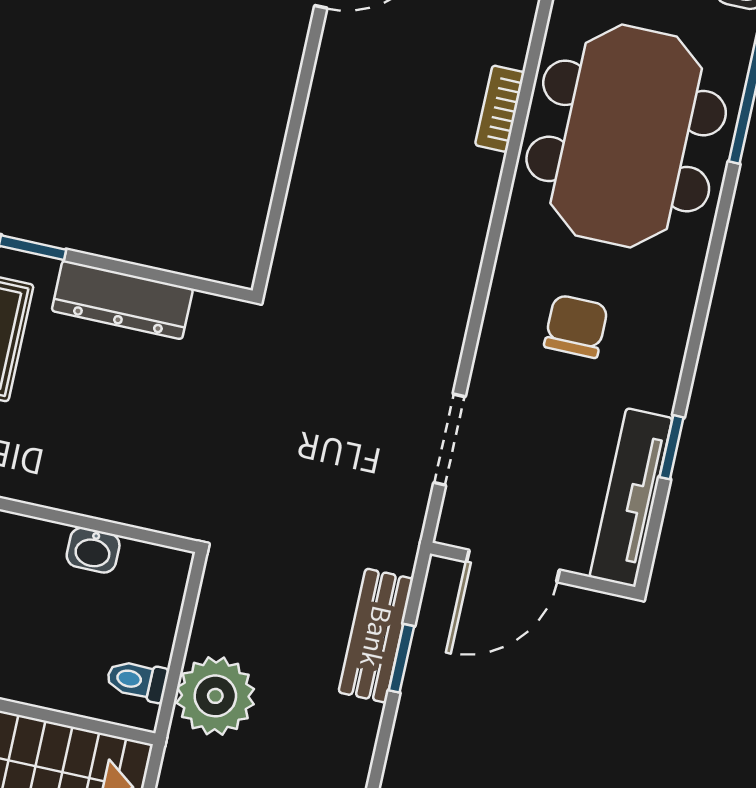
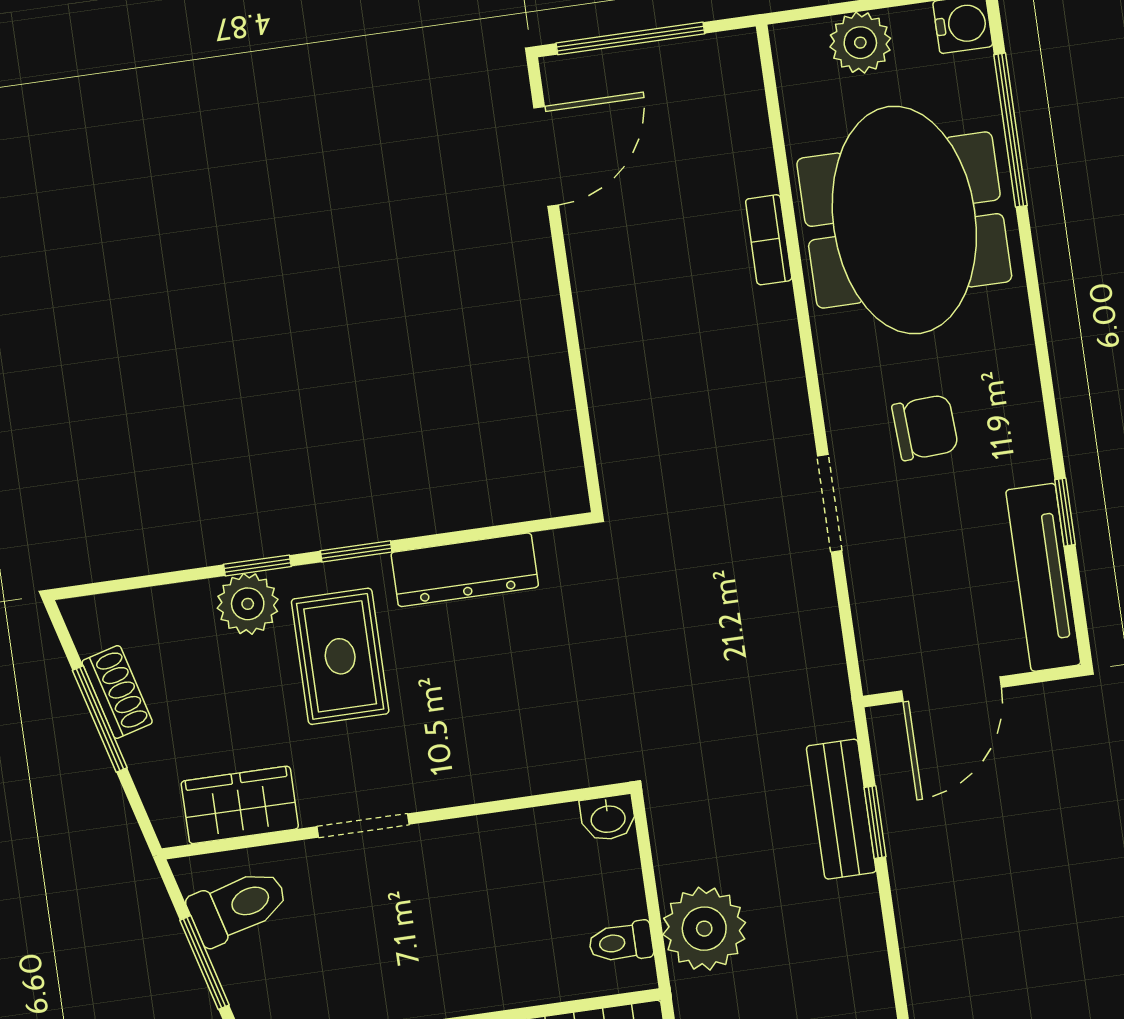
chair: (576, 326) -> (925, 428), turned 87
doorway: (449, 440) -> (830, 503), moved
washbasin: (93, 550) -> (608, 818), moved

